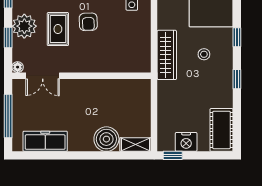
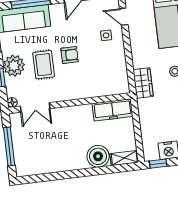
armchair: (88, 22) -> (70, 55), turned -88
wardrobe: (167, 55) -> (143, 83), width x0.67
freezer: (45, 141) -> (113, 110), moved, turned 180

